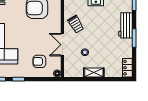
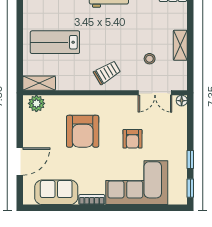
double door: (62, 45) -> (155, 93), moved
armchair: (39, 61) -> (132, 139), moved

